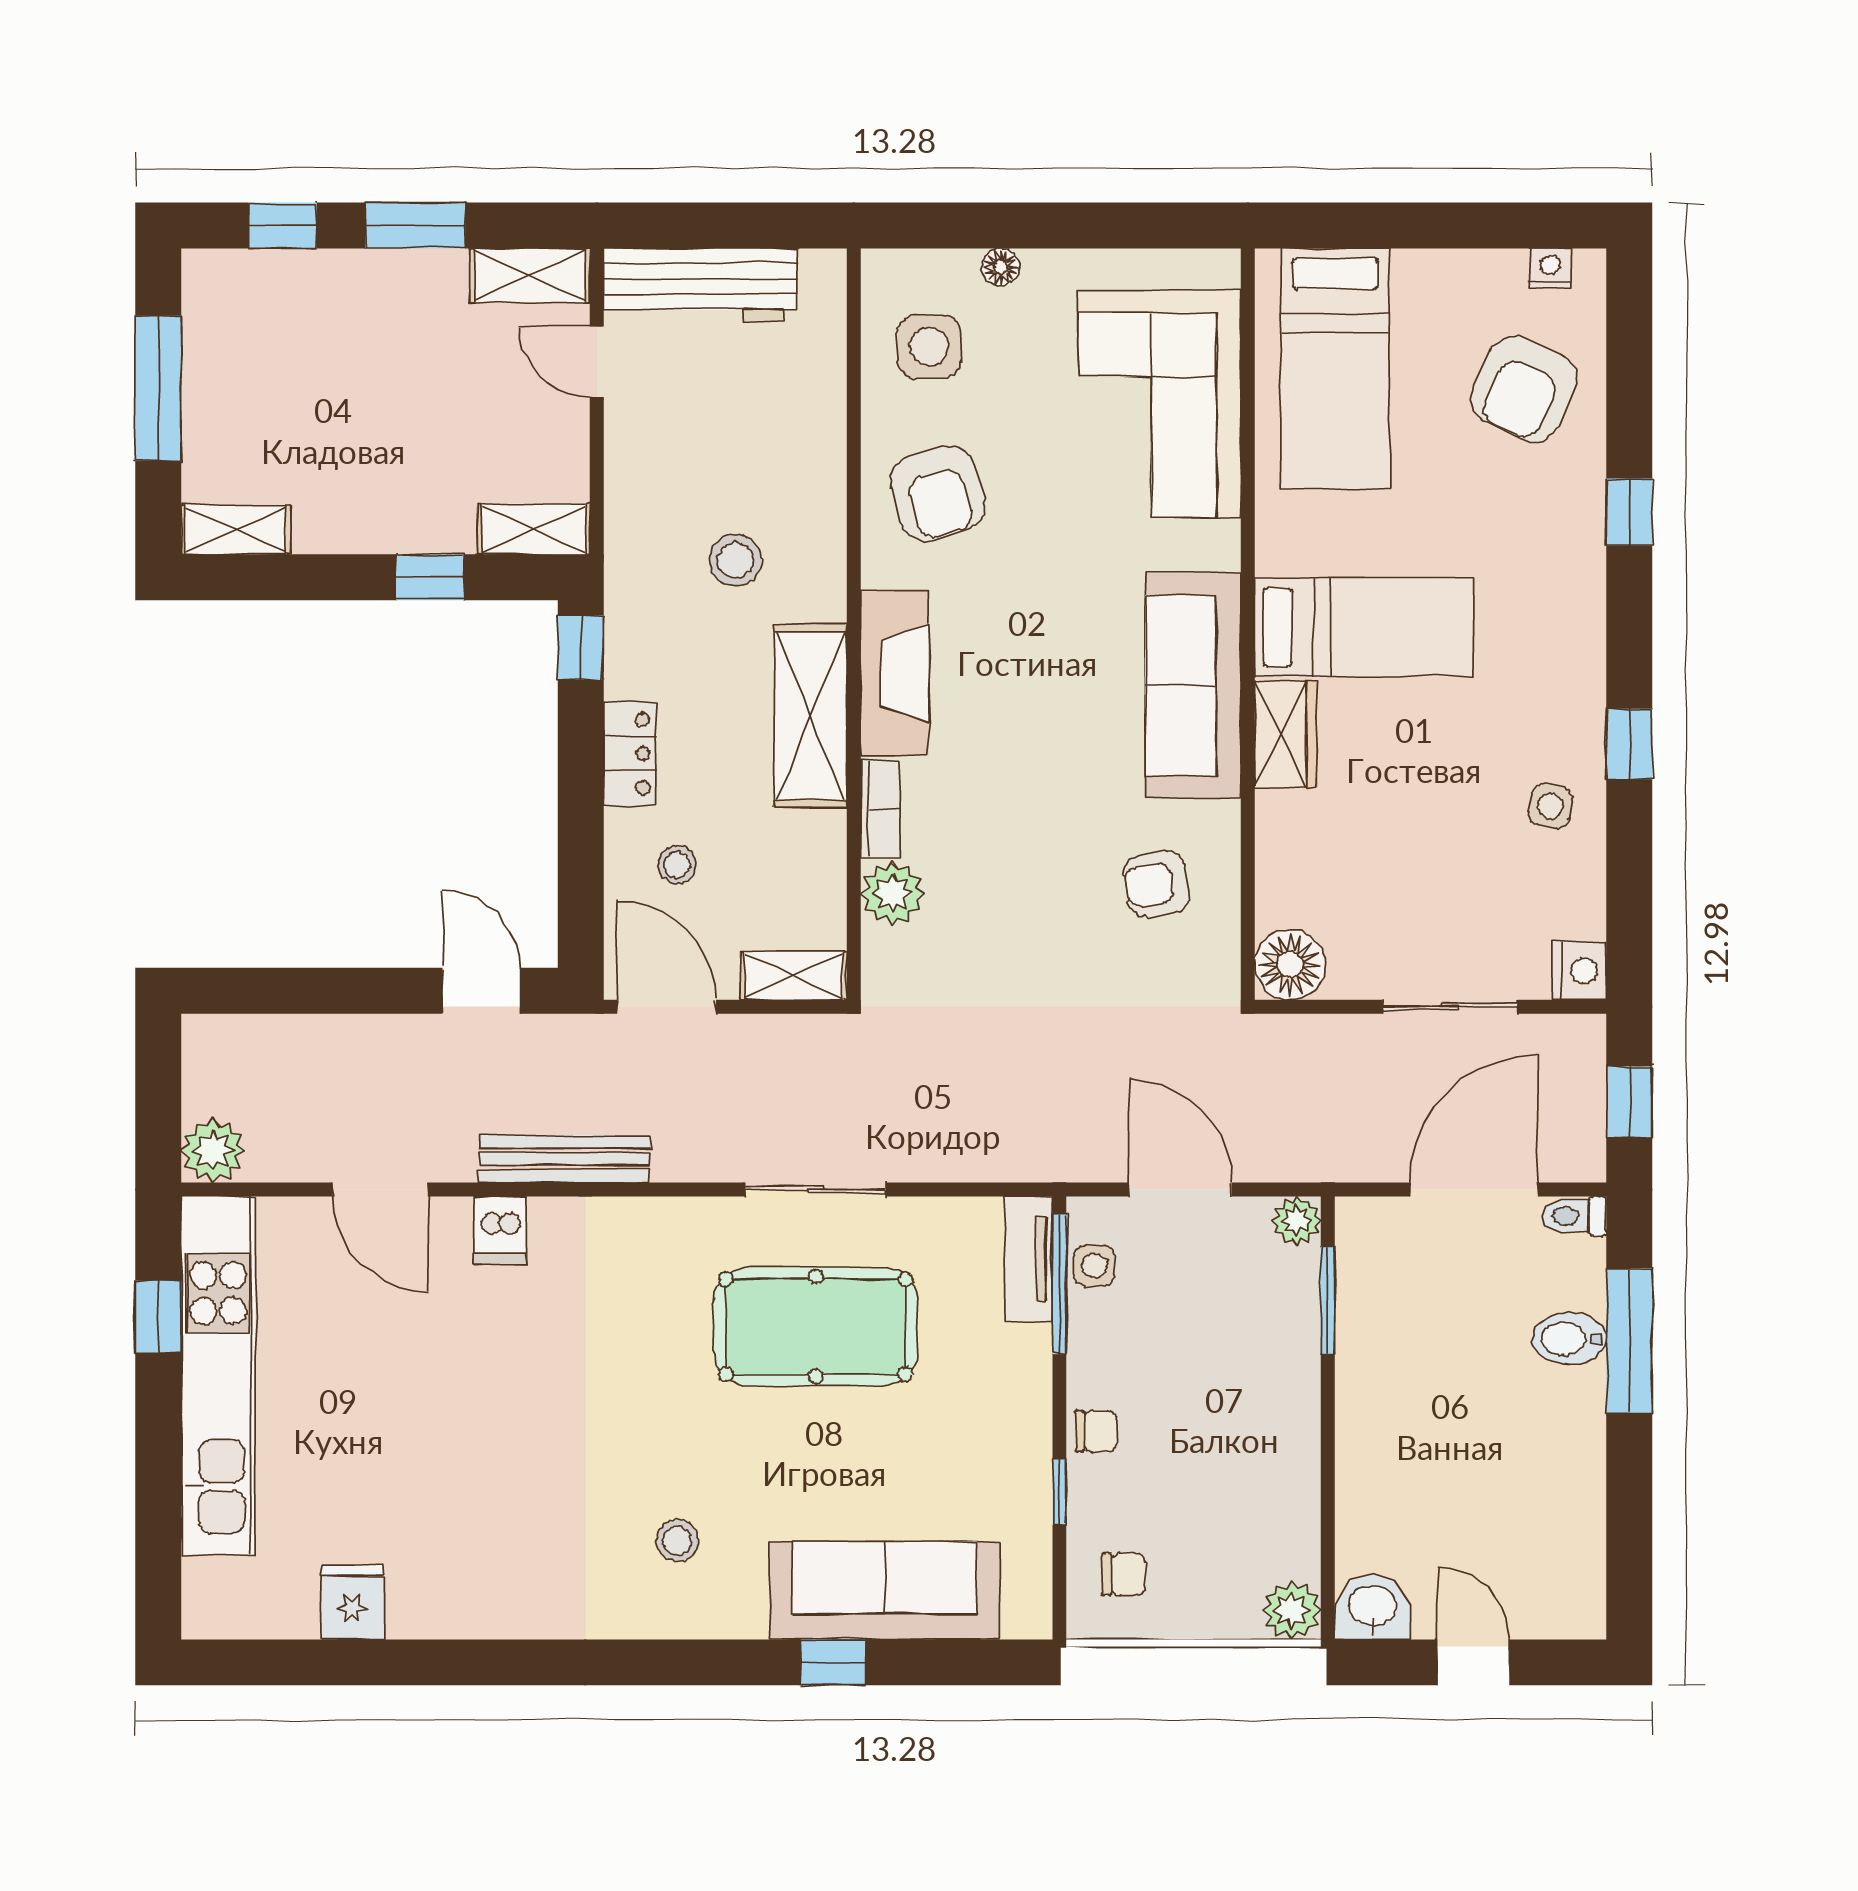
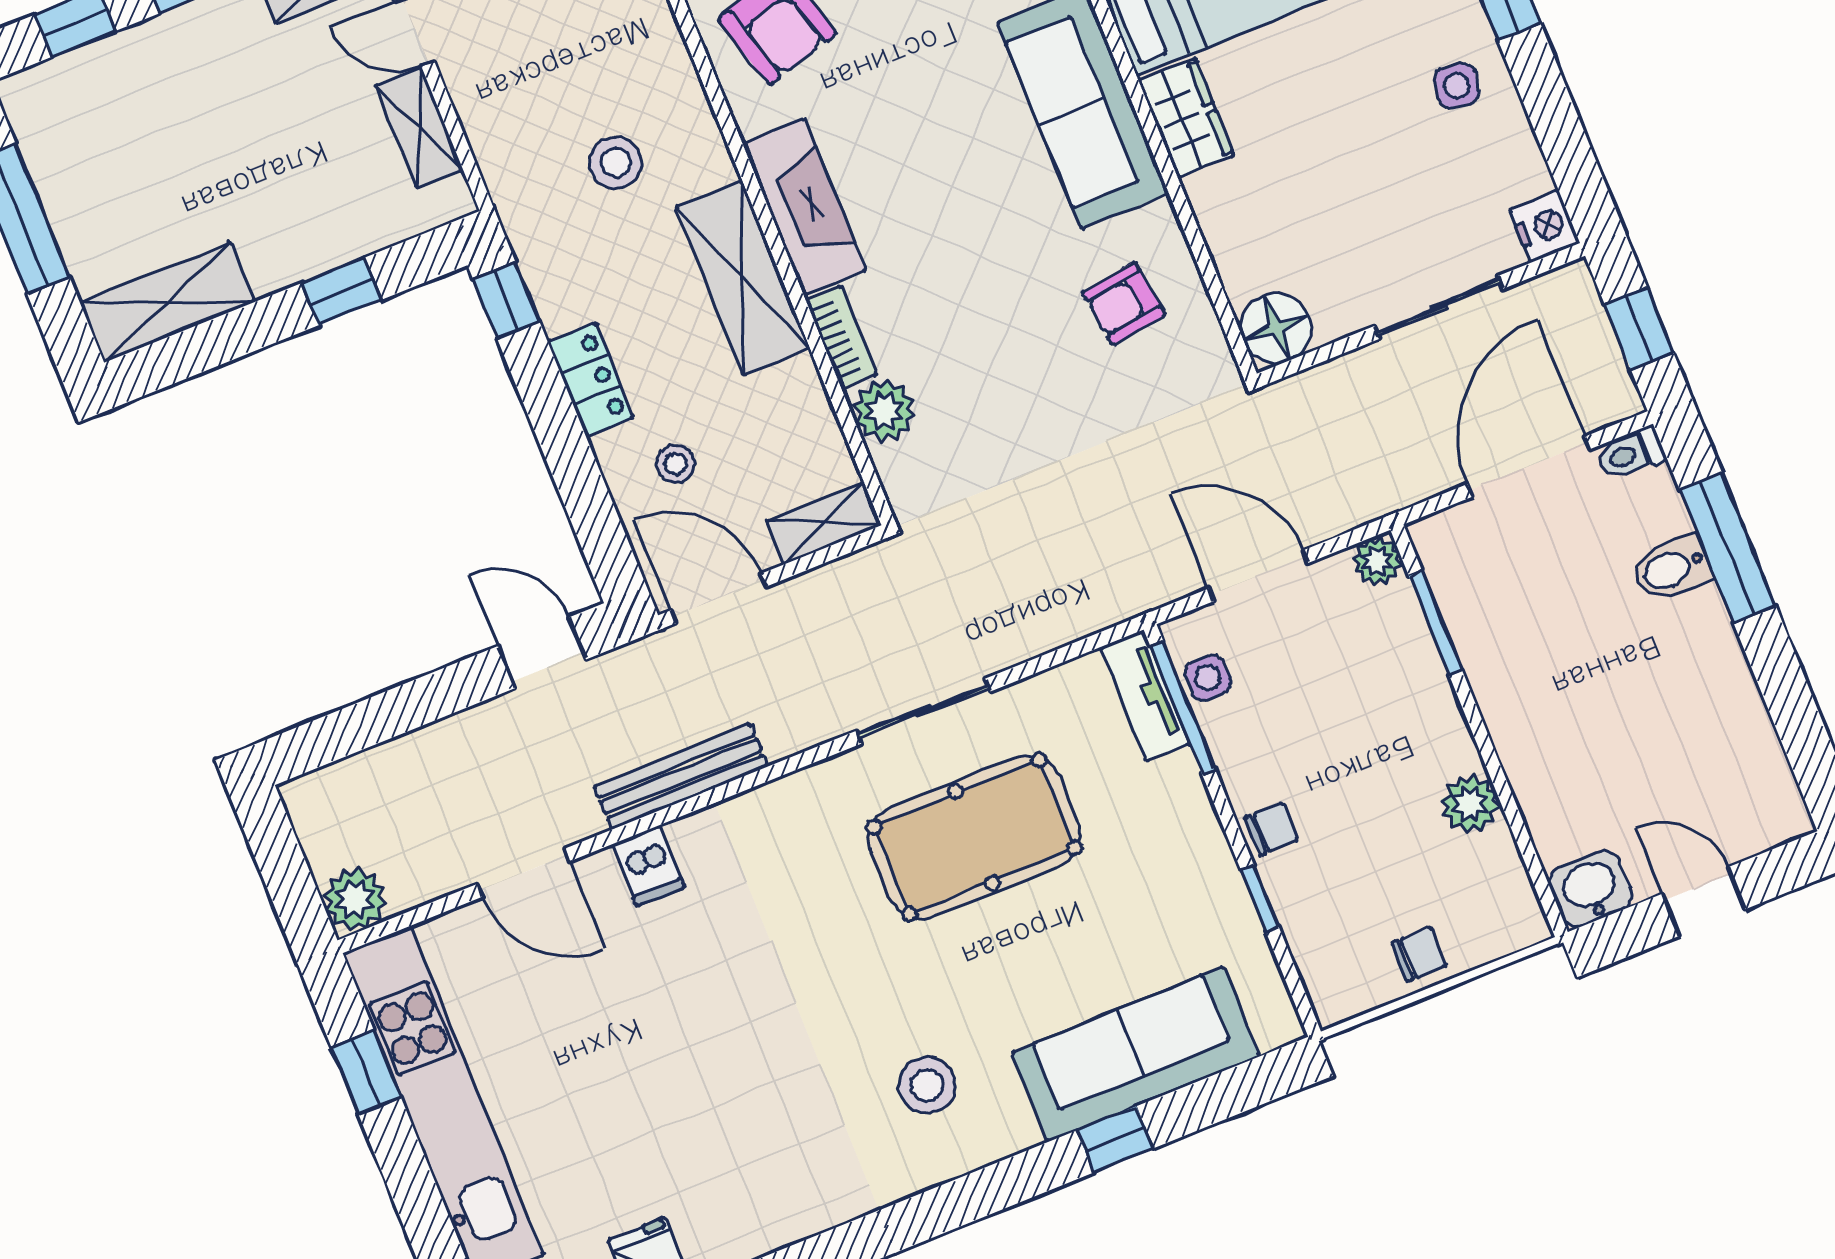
shelving: (534, 529) -> (419, 128), moved, turned 90
shelving: (236, 530) -> (167, 302), width x1.50, depth x1.33
stool: (677, 1541) -> (927, 1085), width x1.37, depth x1.37
chair: (1124, 1574) -> (1419, 954), moved
plant: (1292, 1610) -> (1470, 804), moved

